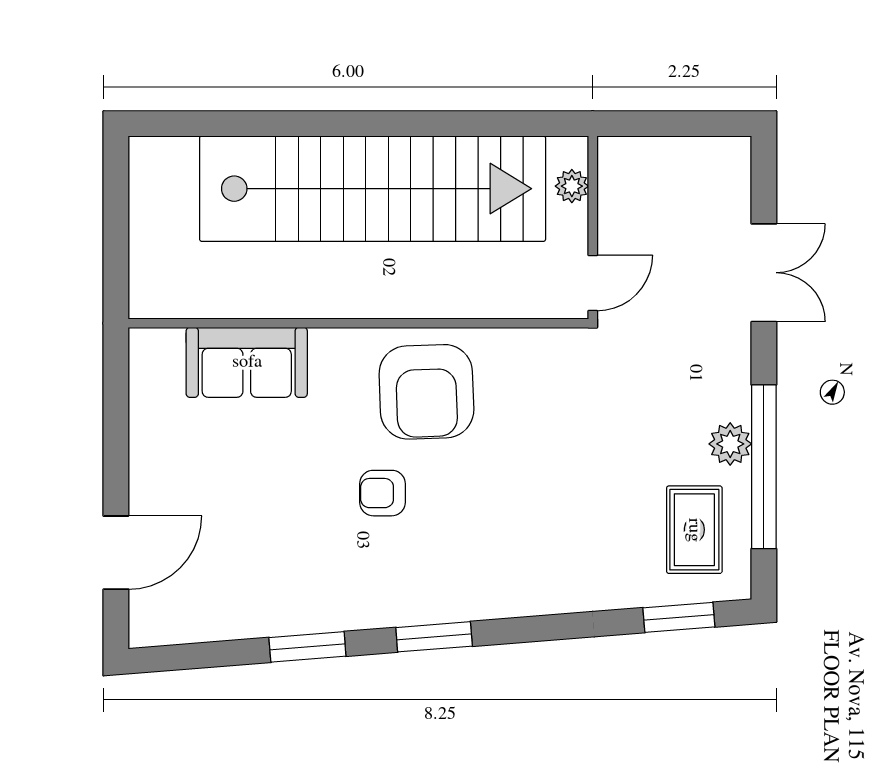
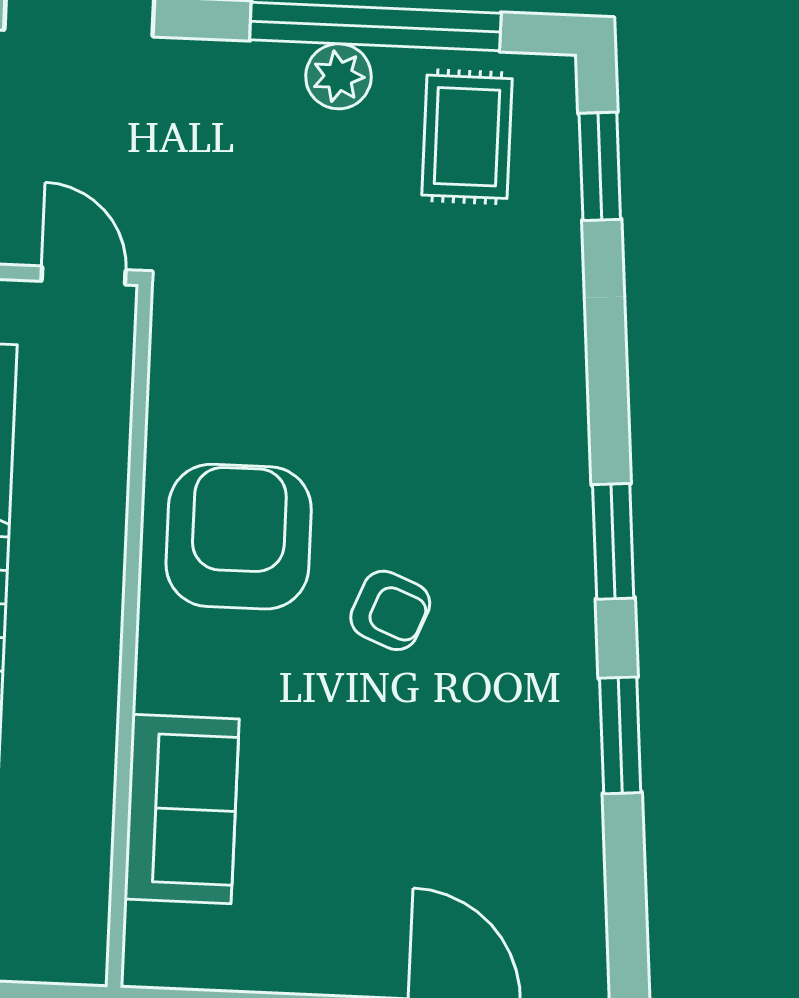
armchair: (426, 392) -> (239, 537), turned -88
armchair: (383, 493) -> (390, 610), turned -68
rug: (694, 530) -> (467, 137), turned 90

